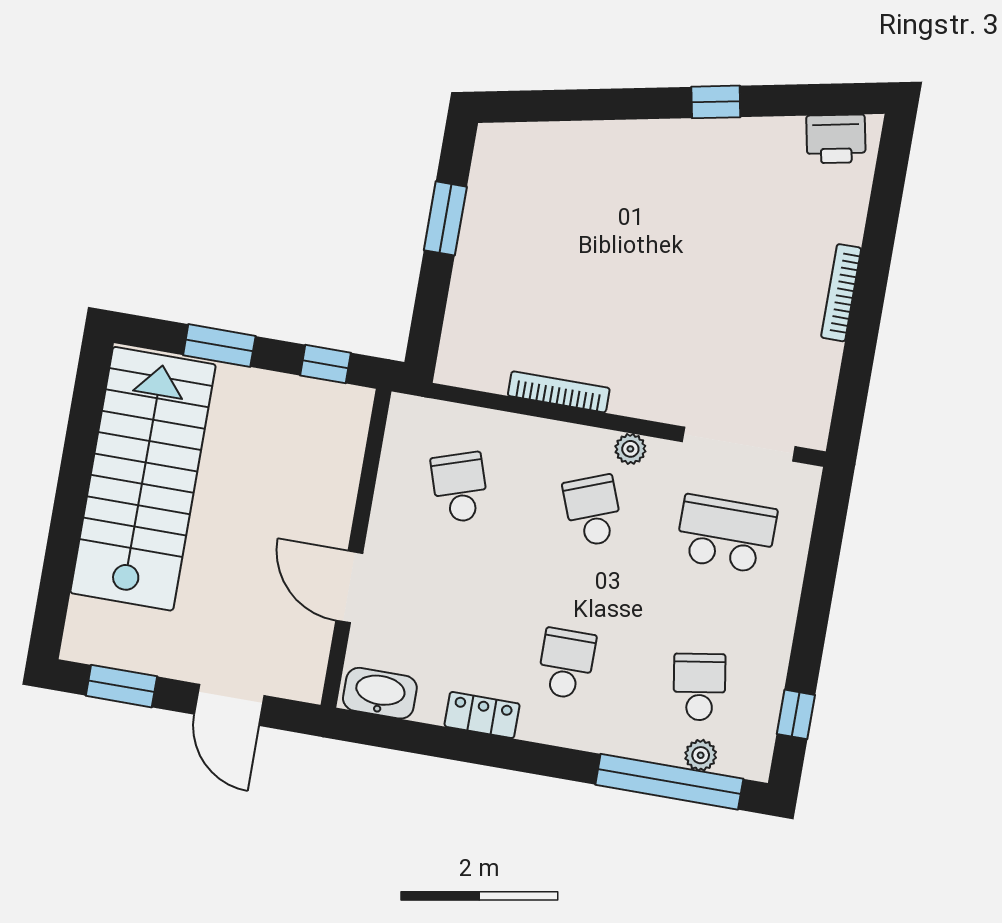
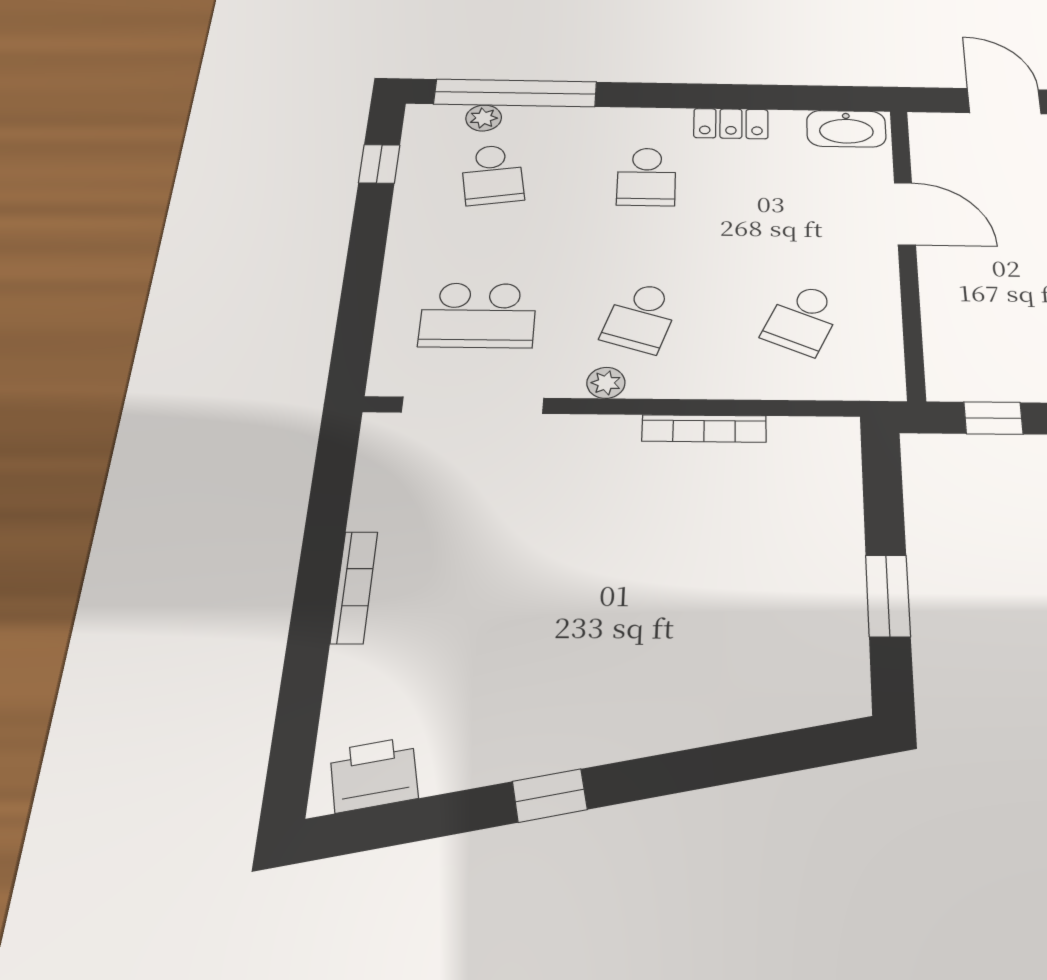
school desk: (460, 488) -> (802, 319), turned 42
school desk: (593, 511) -> (641, 317), turned 39

